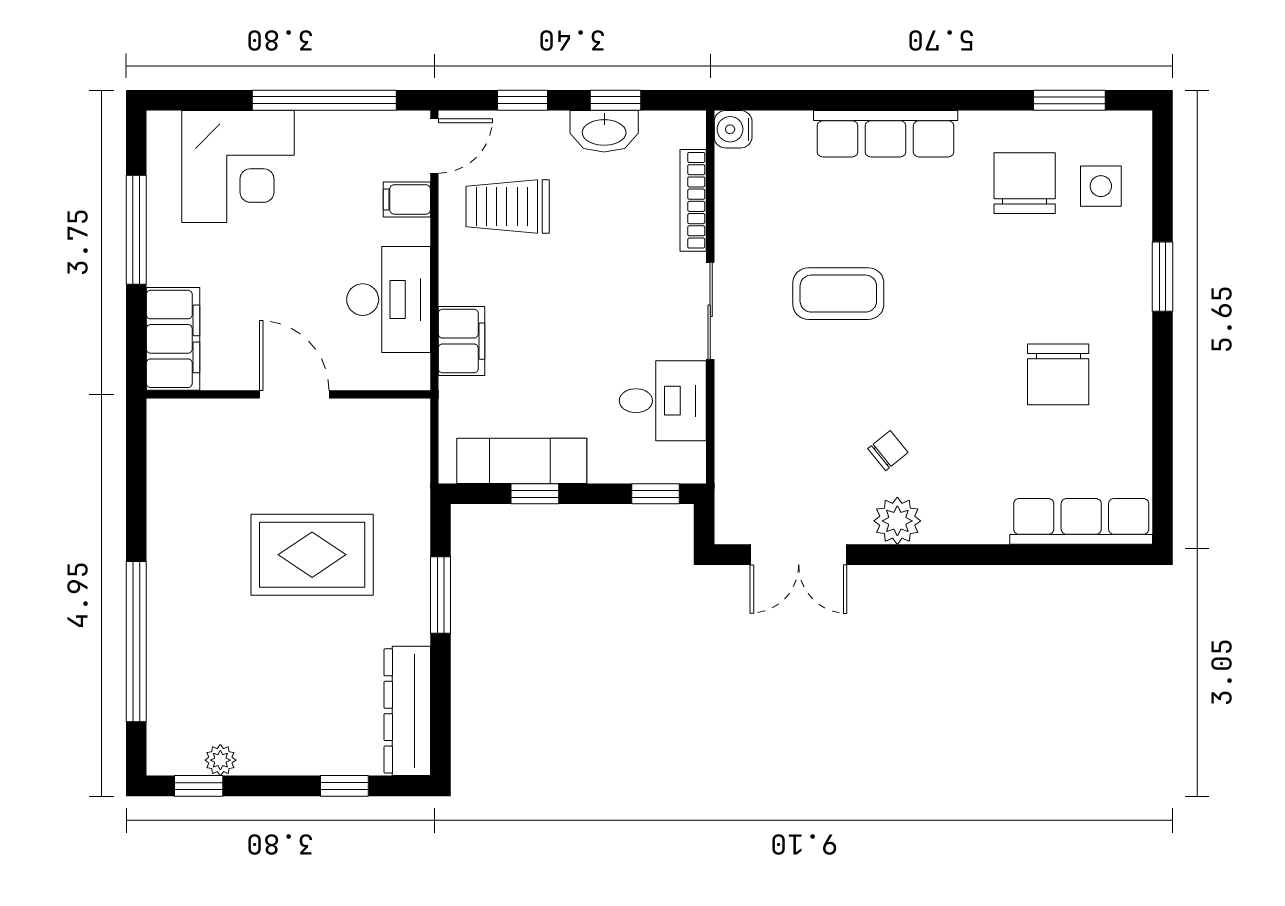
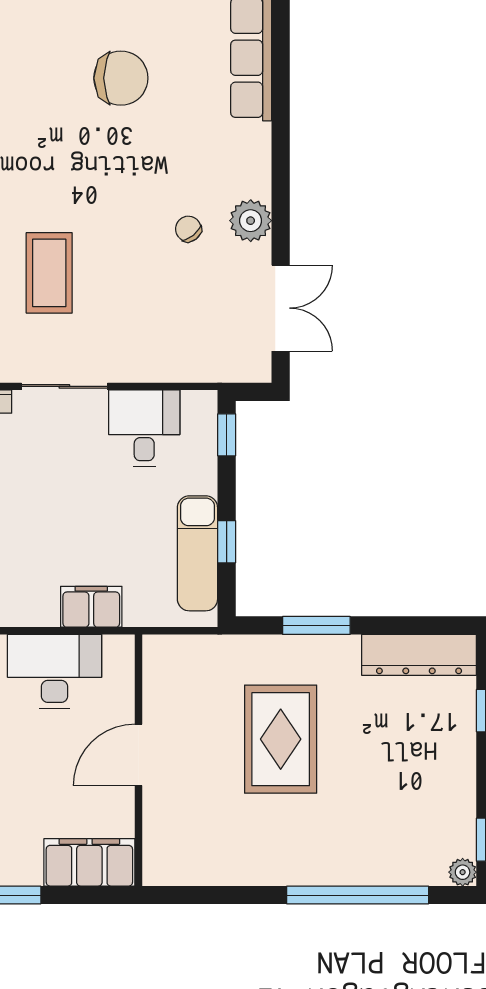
plant: (220, 760) -> (463, 872), moved

